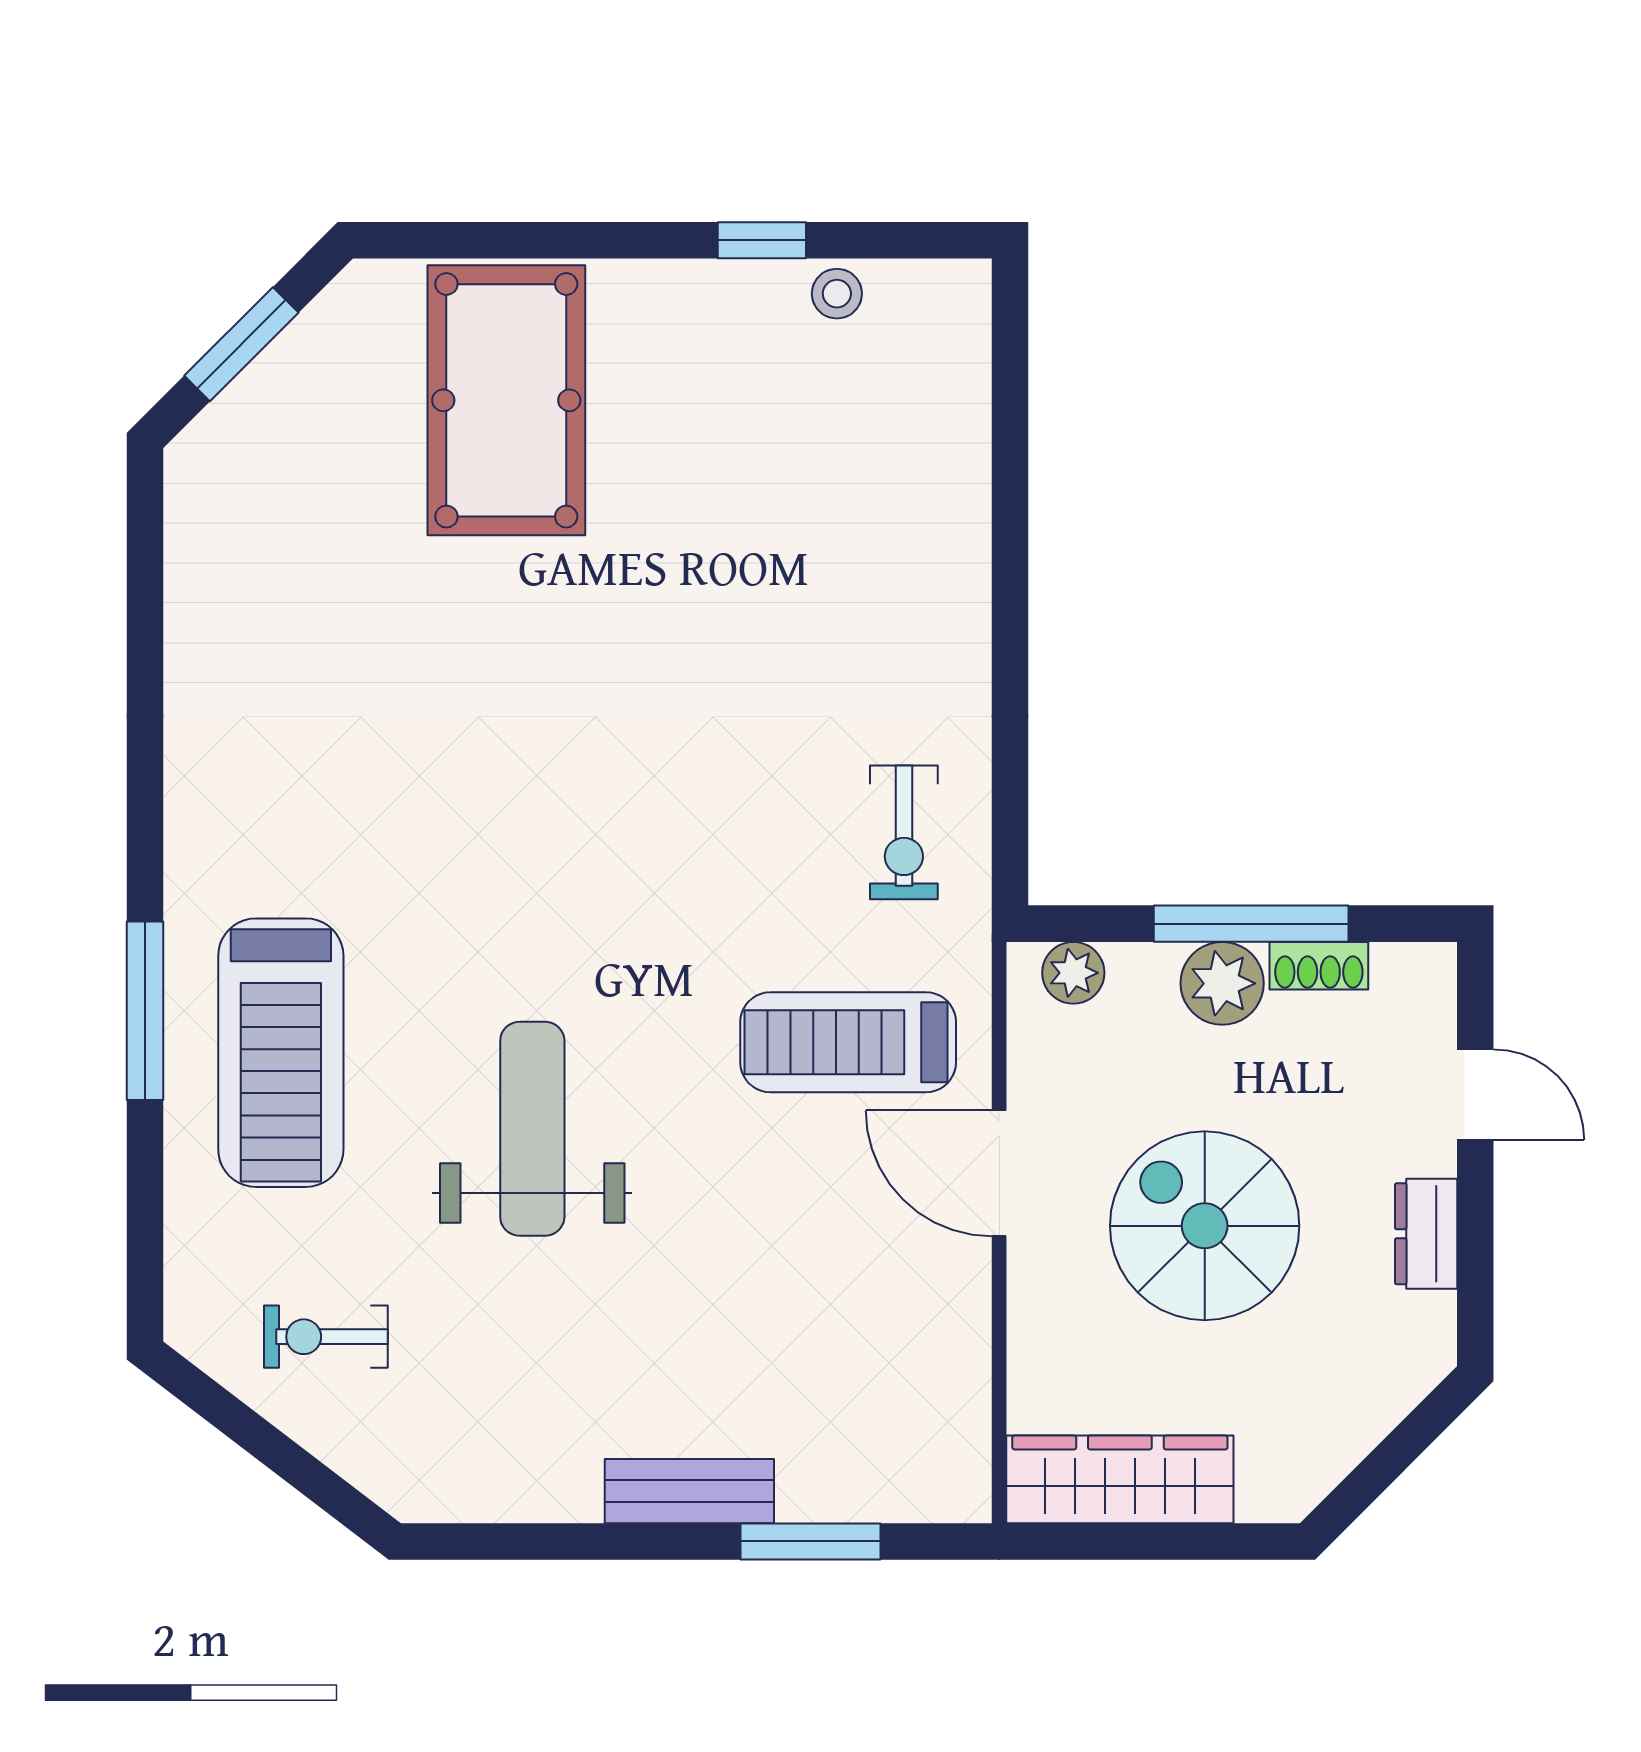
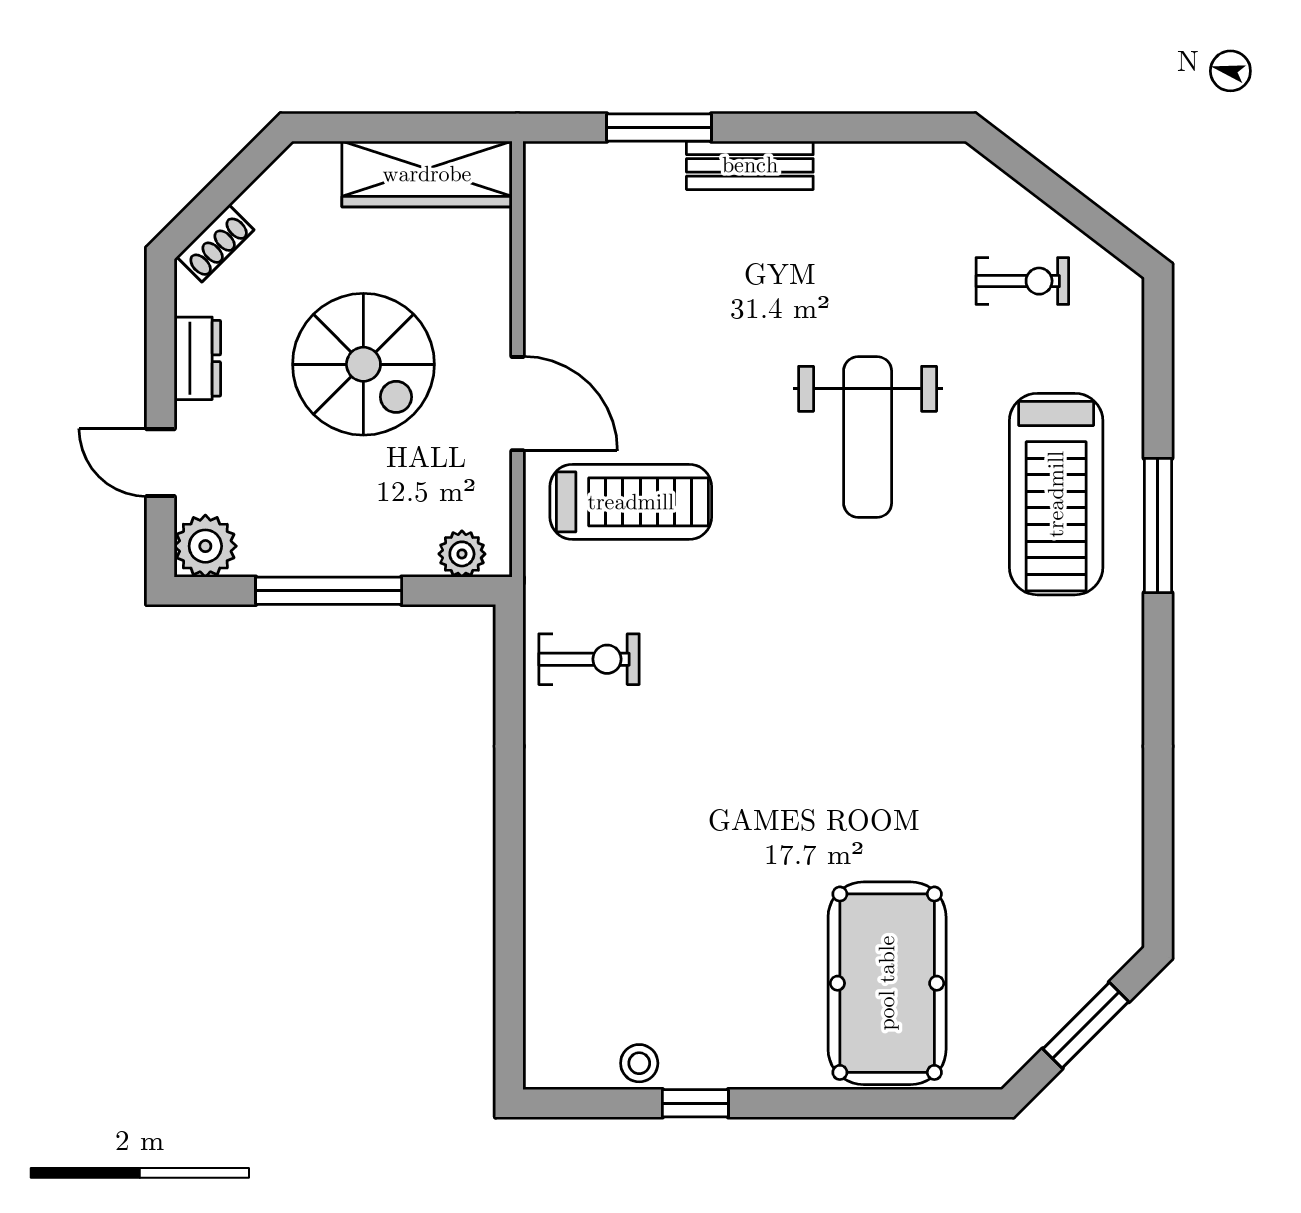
exercise bike: (904, 832) -> (589, 659), turned 90
shoe rack: (1319, 966) -> (215, 243), moved, turned 135
plant: (1222, 983) -> (205, 546), moved
treadmill: (281, 1053) -> (1056, 494), turned 180

